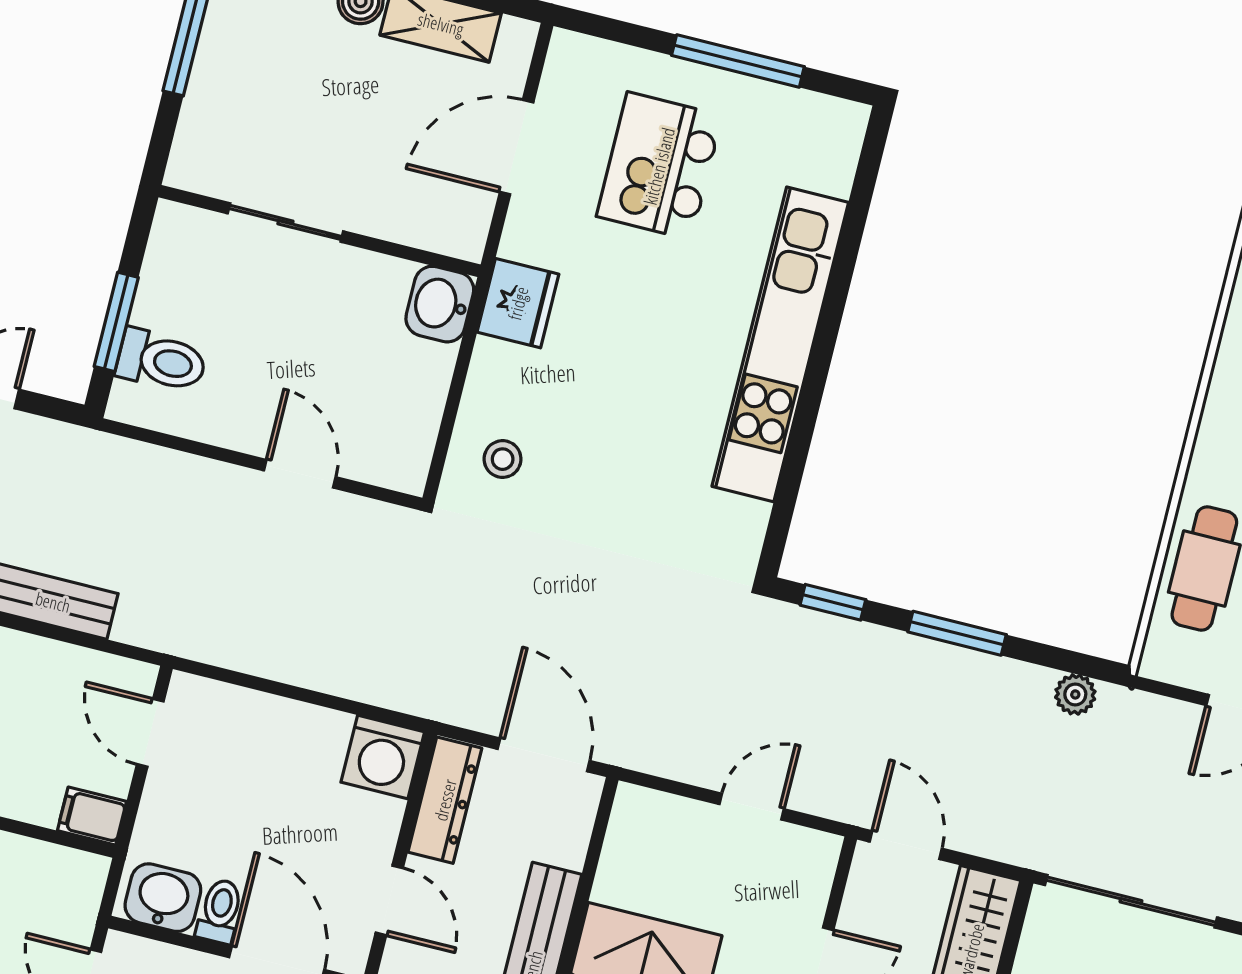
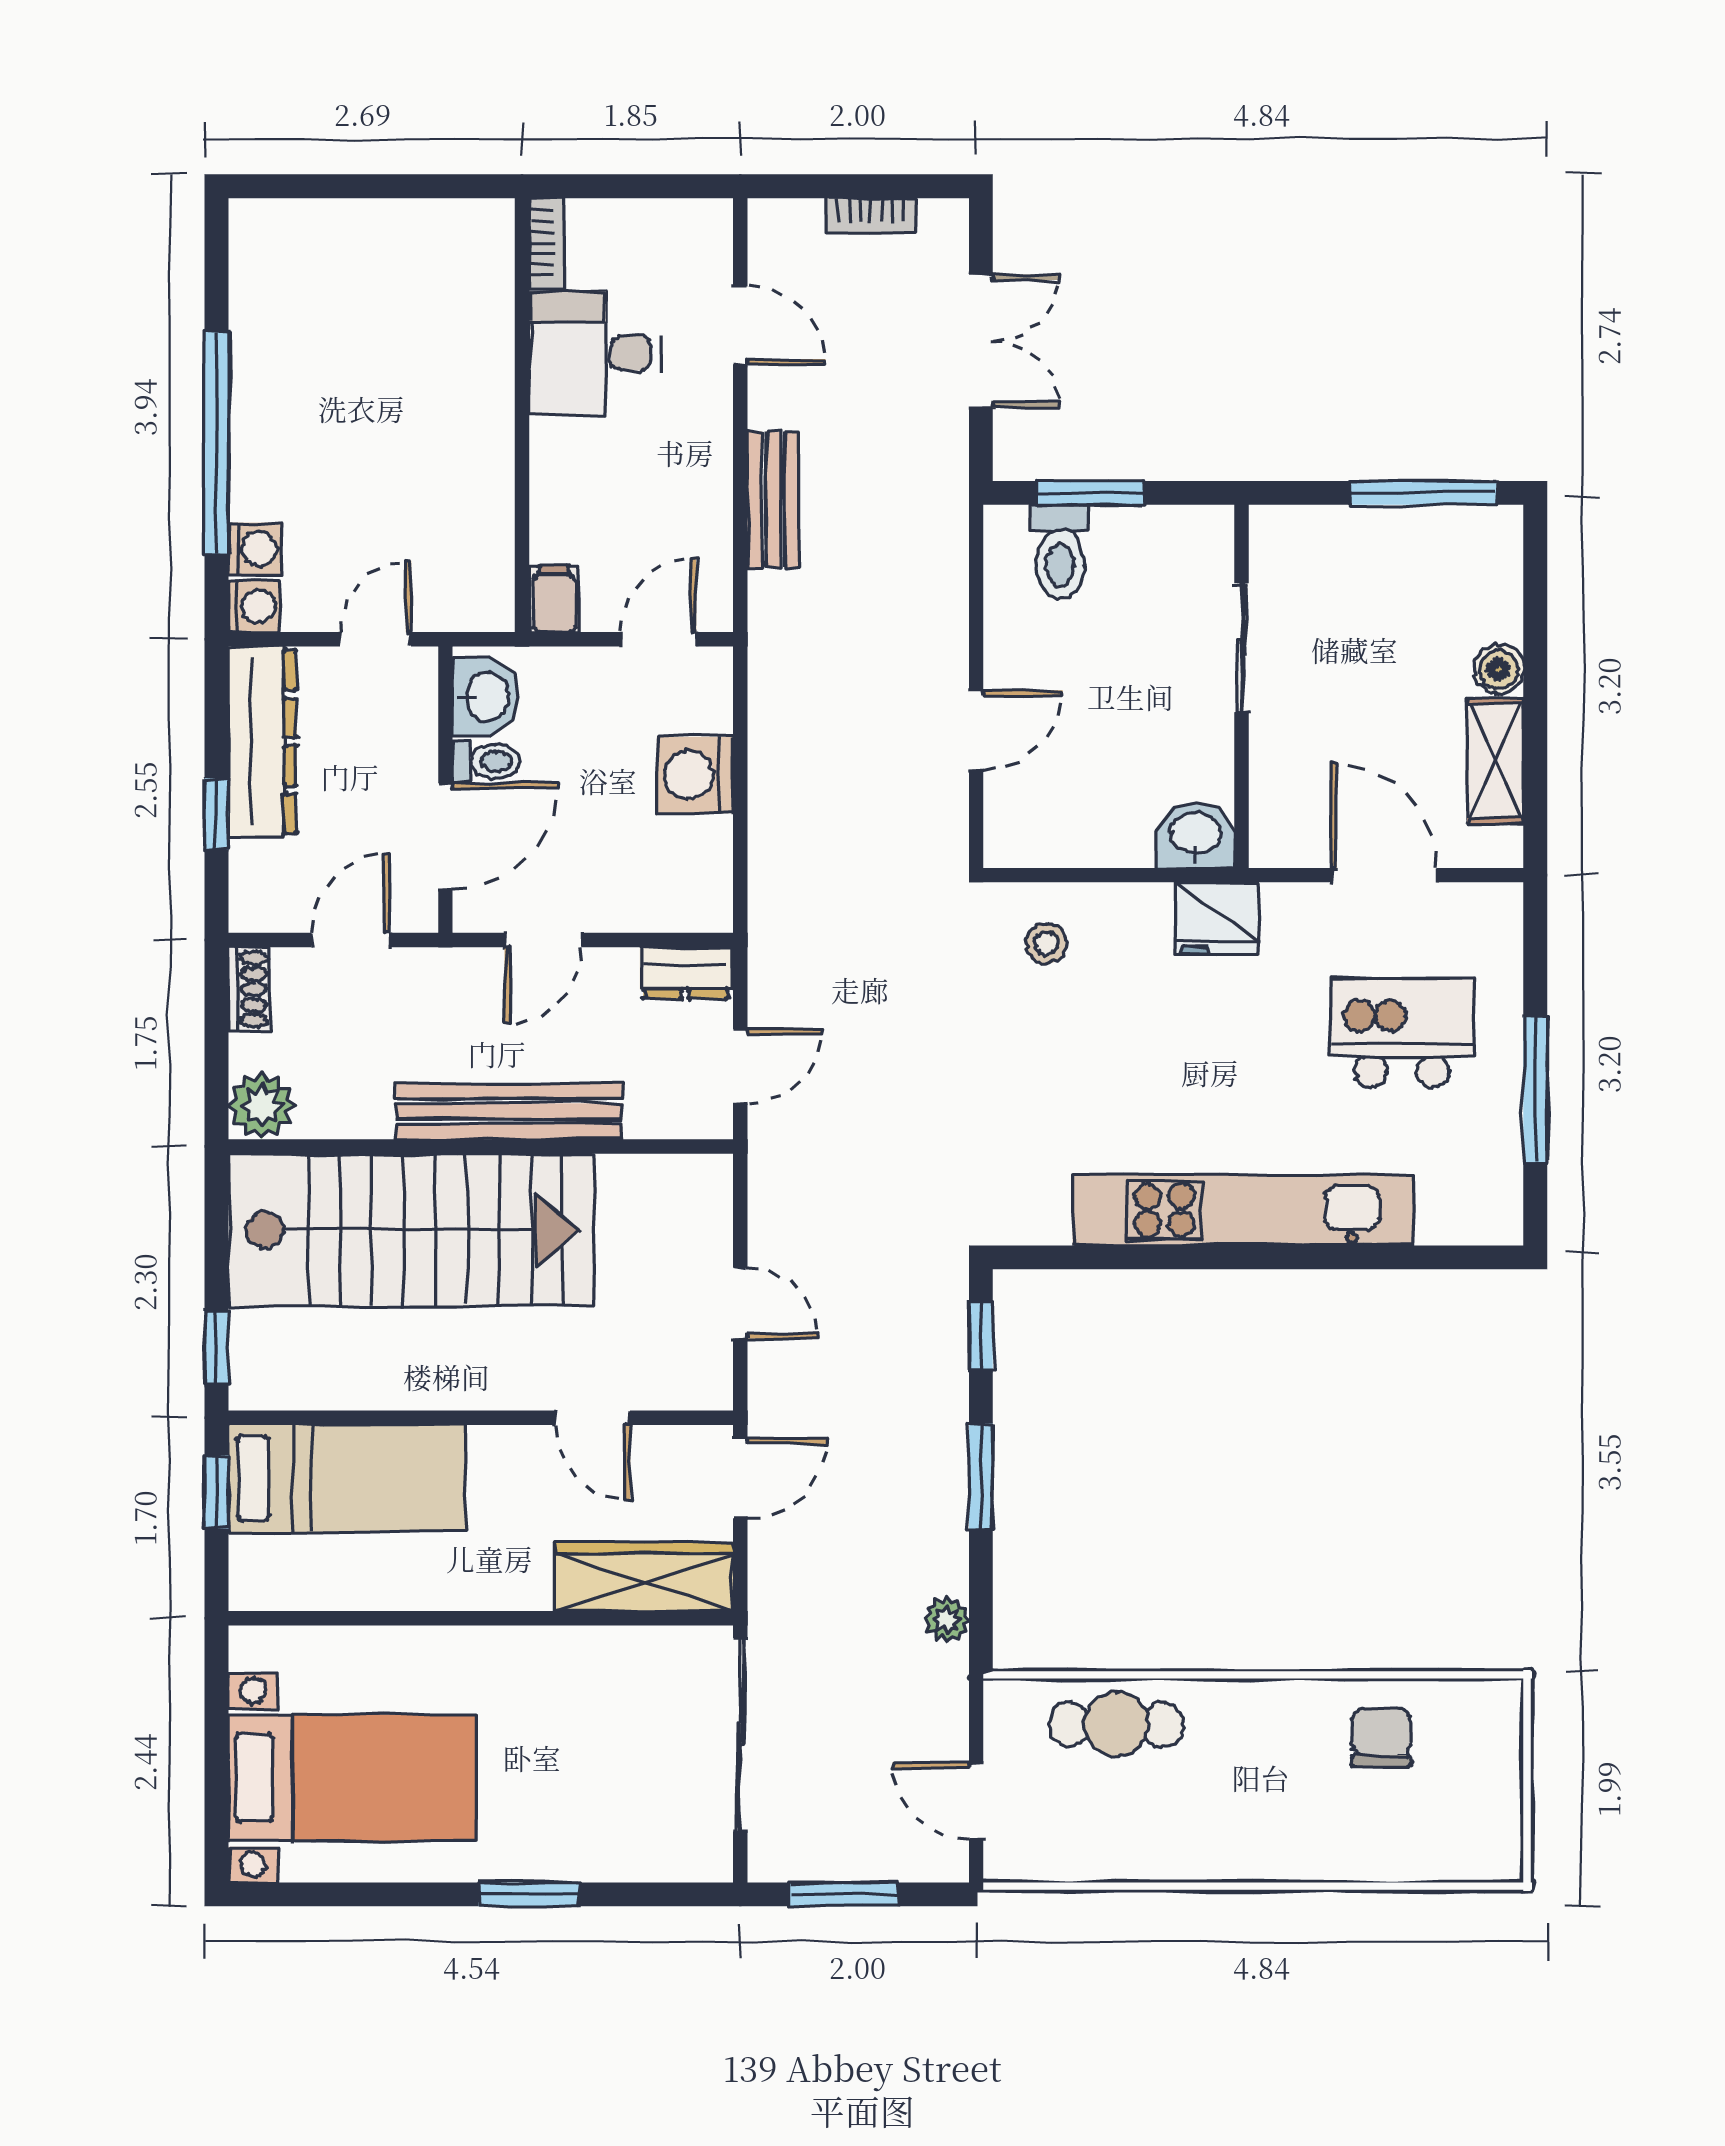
door: (544, 755) -> (740, 1066), width x0.73
washing machine: (383, 757) -> (695, 775), moved
dresser: (445, 800) -> (685, 973), width x0.70

